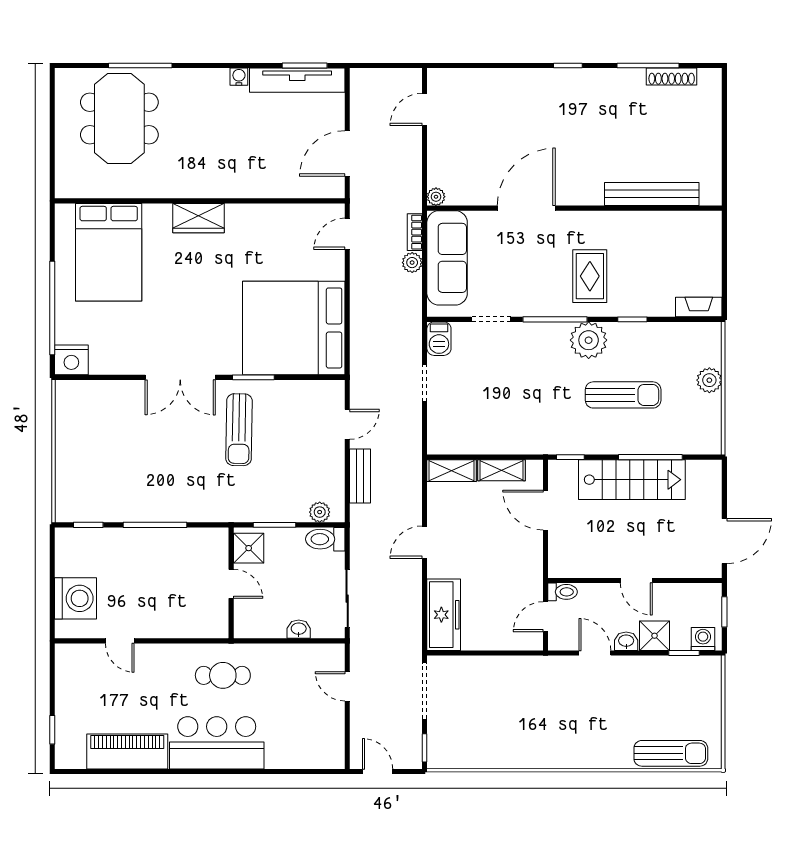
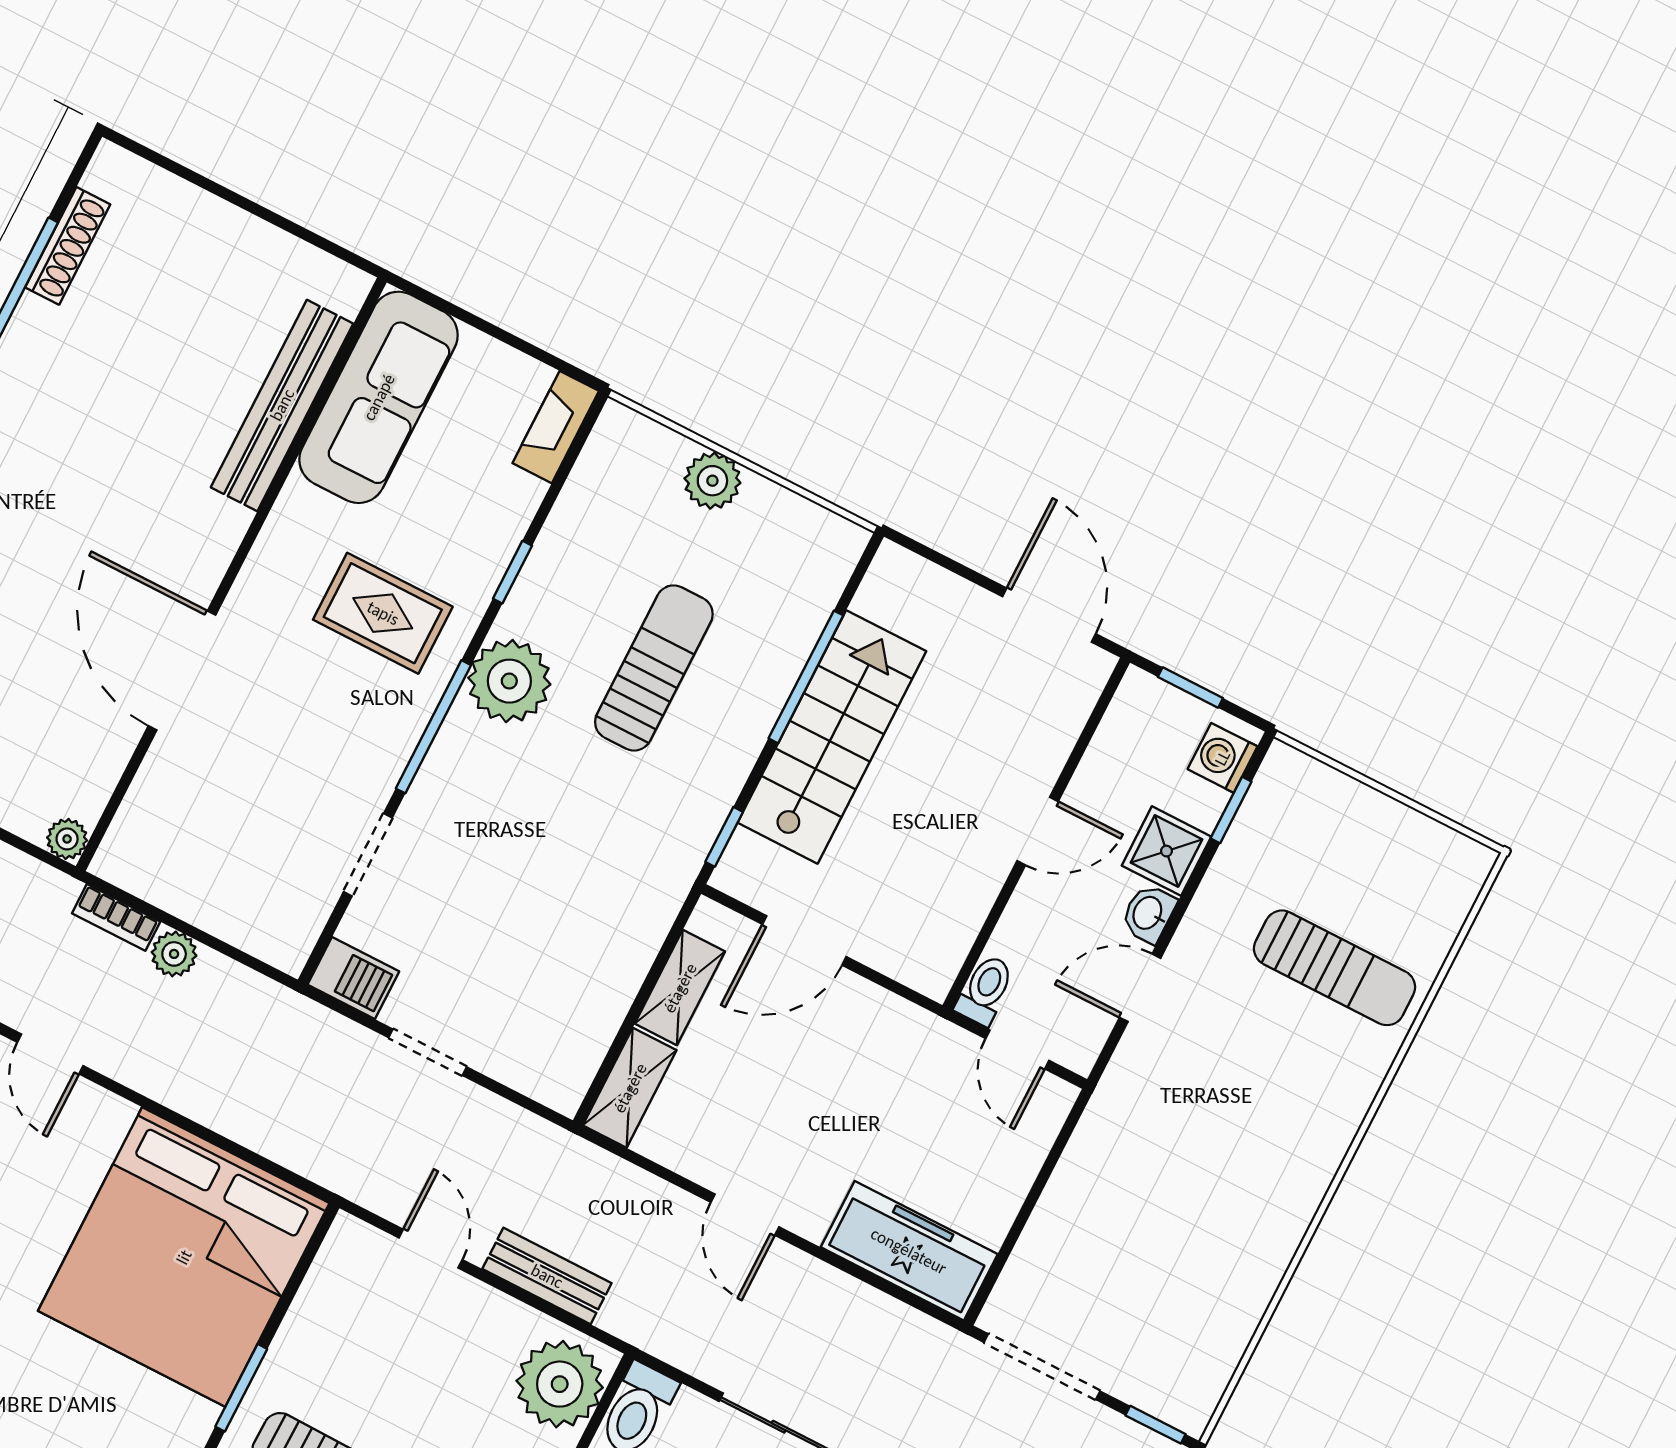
sofa: (447, 258) -> (379, 397), moved, turned 90
plant: (320, 512) -> (560, 1384), width x1.87, depth x1.87
sun lounger: (671, 753) -> (1335, 968), moved, turned 90

